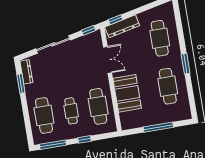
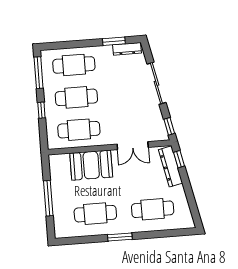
cafe table: (71, 111) -> (76, 97), width x1.37, depth x1.35

